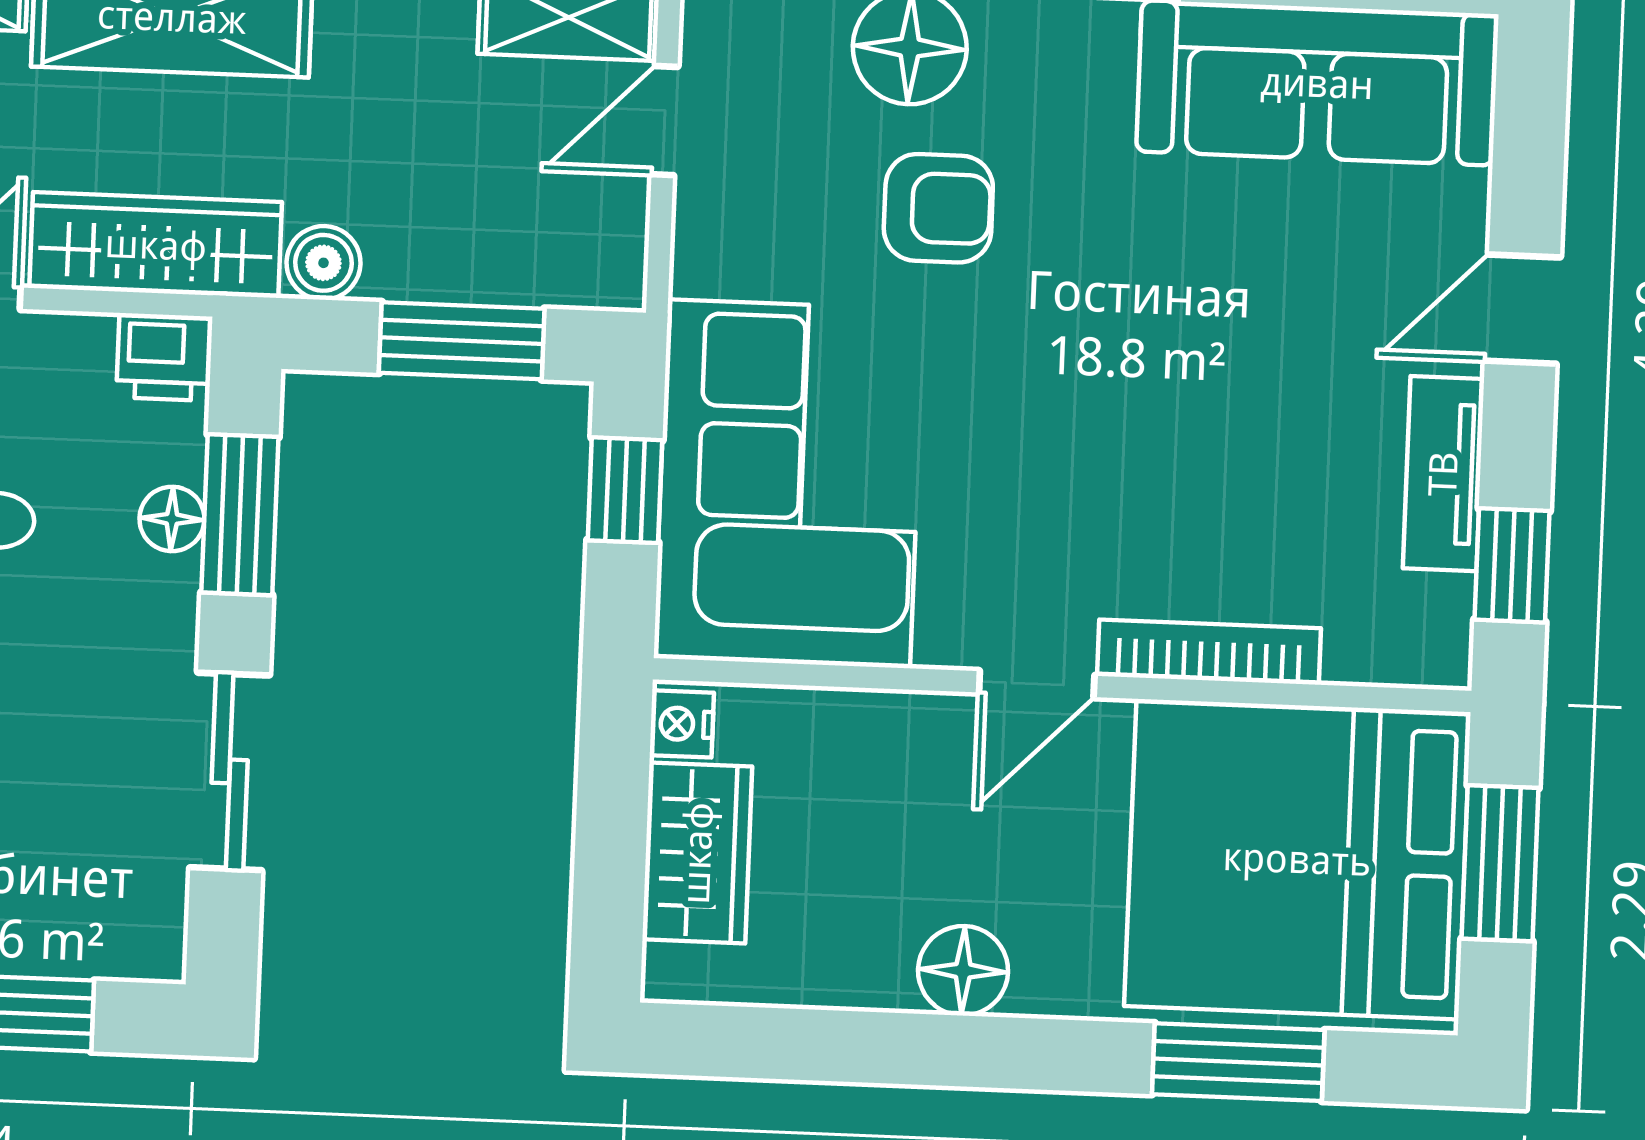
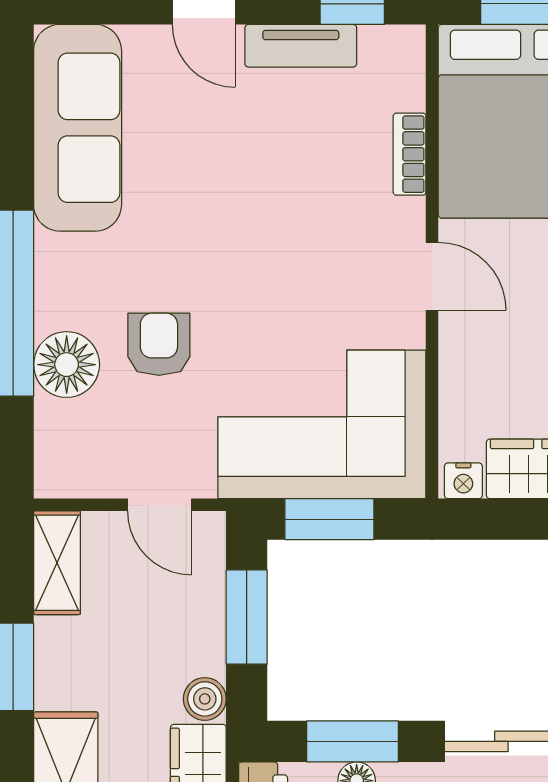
door: (665, 121) -> (160, 505), moved
window: (625, 490) -> (329, 519), width x1.50
bookcase: (1209, 652) -> (410, 154), width x0.64

